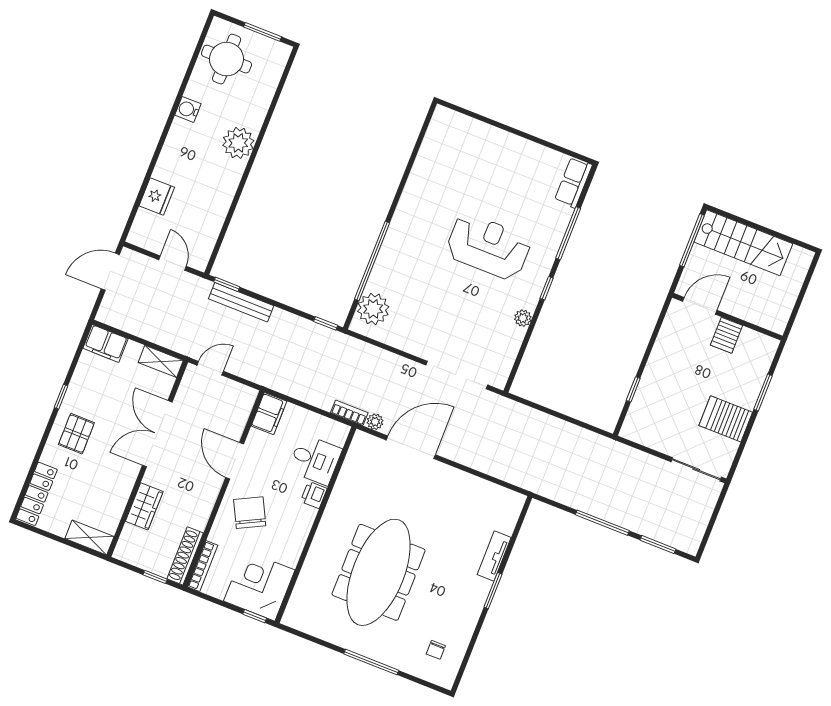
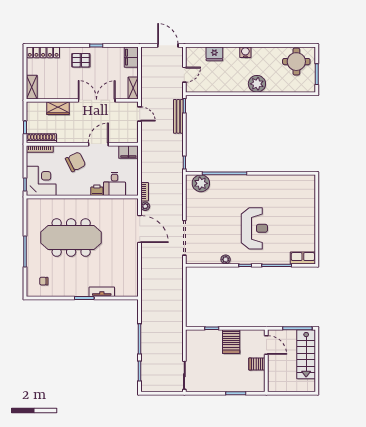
water cooler: (188, 109) -> (245, 52), moved
server rack: (726, 419) -> (231, 342), moved, turned 180

